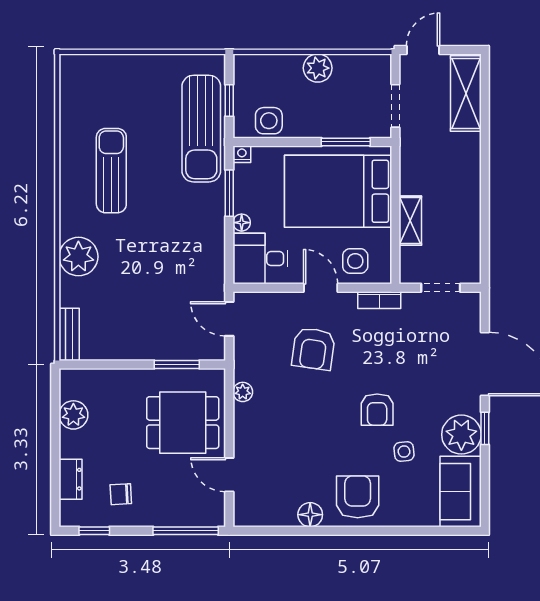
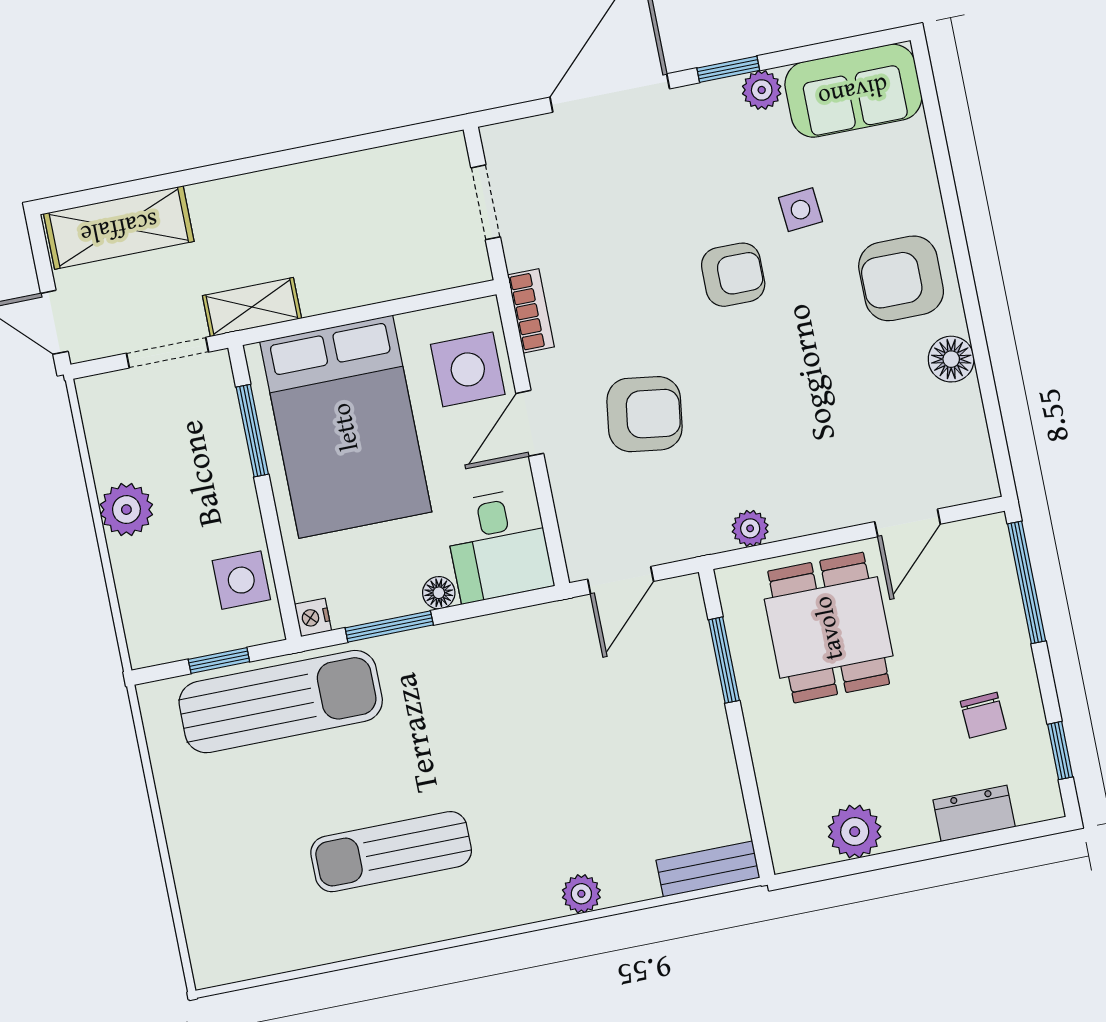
shelving: (410, 221) -> (252, 307), moved
plant: (78, 257) -> (581, 894), width x0.53, depth x0.53
side table: (355, 261) -> (468, 369), width x1.37, depth x1.37
plant: (461, 435) -> (762, 90), width x0.53, depth x0.53

